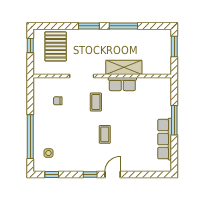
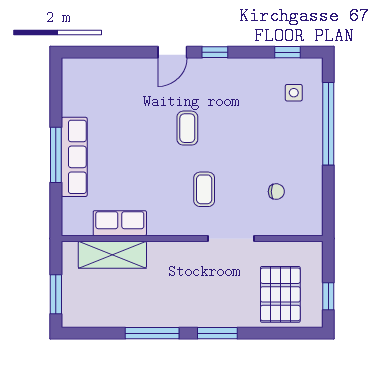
shelving: (124, 67) -> (112, 255), moved
row of seats: (122, 84) -> (120, 223), moved
row of seats: (165, 139) -> (74, 157), moved

